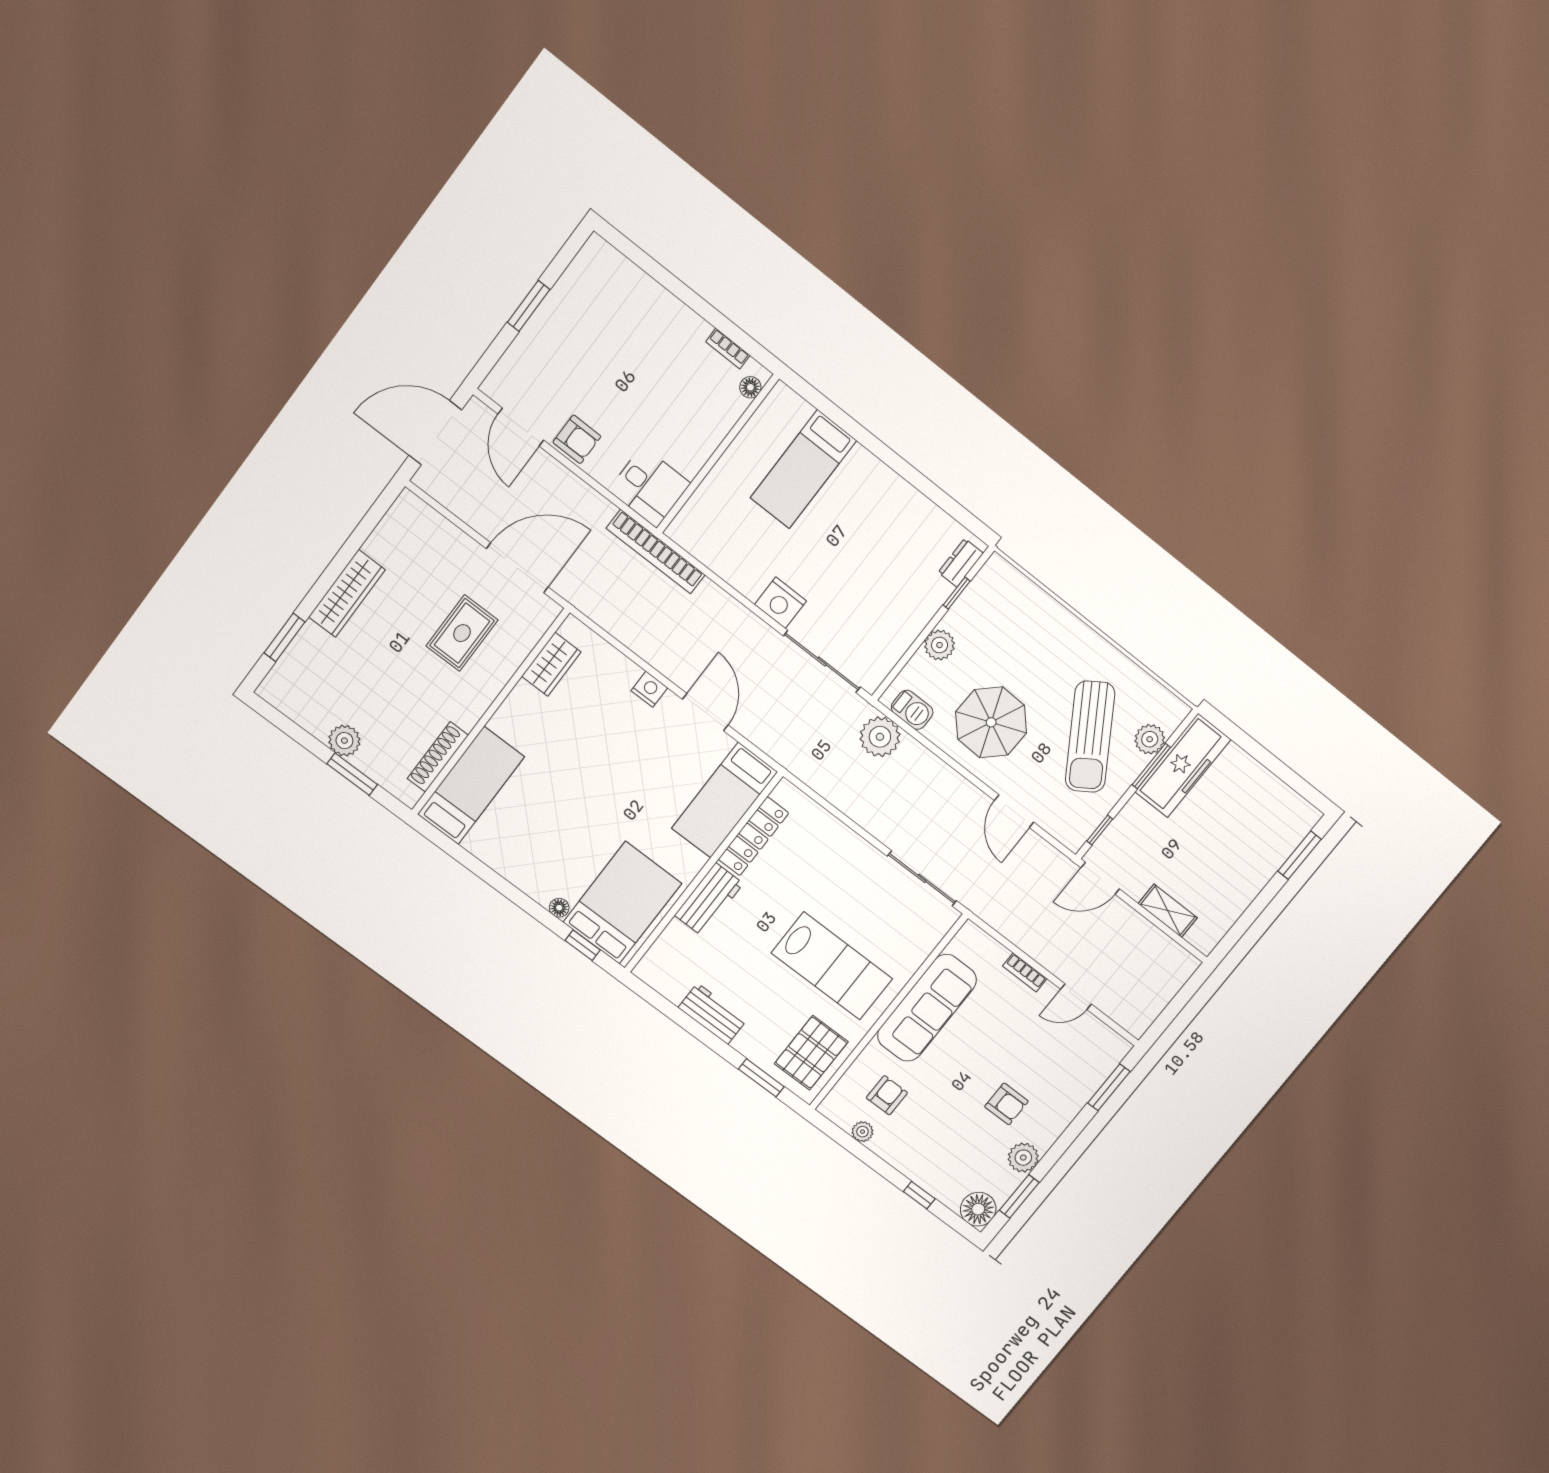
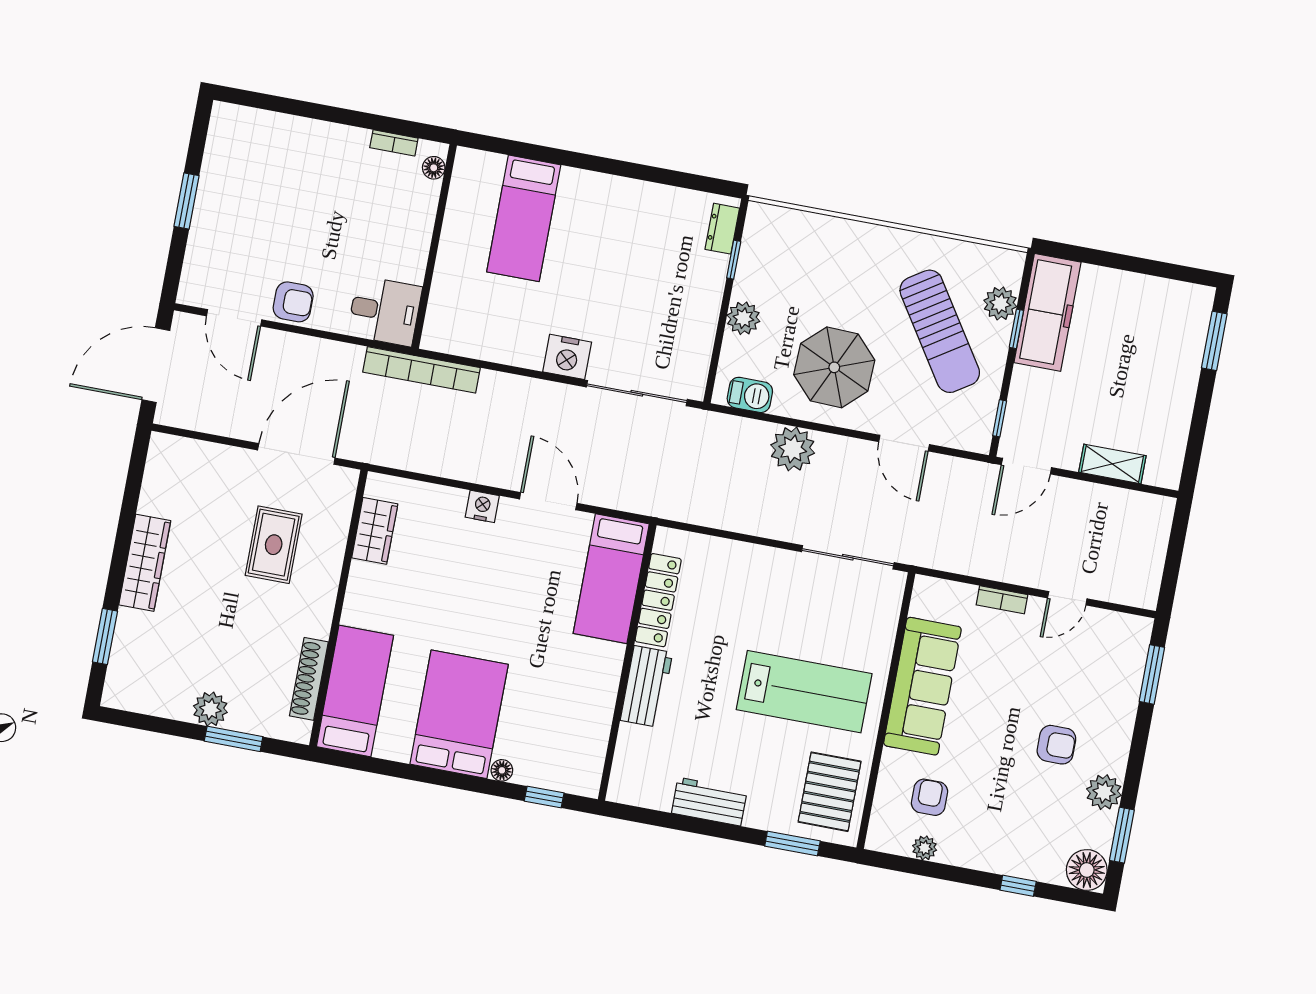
plant: (880, 737) -> (793, 449), moved
window: (1151, 766) -> (1016, 329), width x0.67
bed: (622, 903) -> (459, 714), moved

